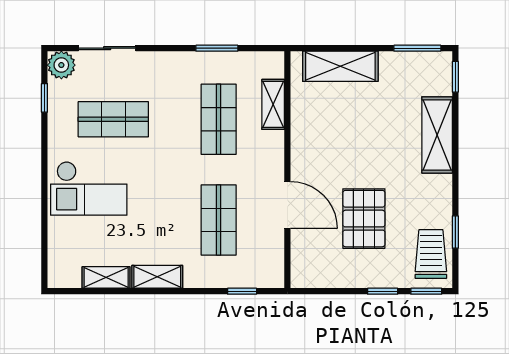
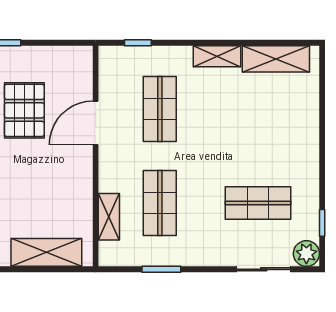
checkout: (89, 188) -> (281, 139), removed
door: (287, 205) -> (96, 123), hinge flipped
shelving: (106, 277) -> (276, 59), width x1.50, depth x1.33

